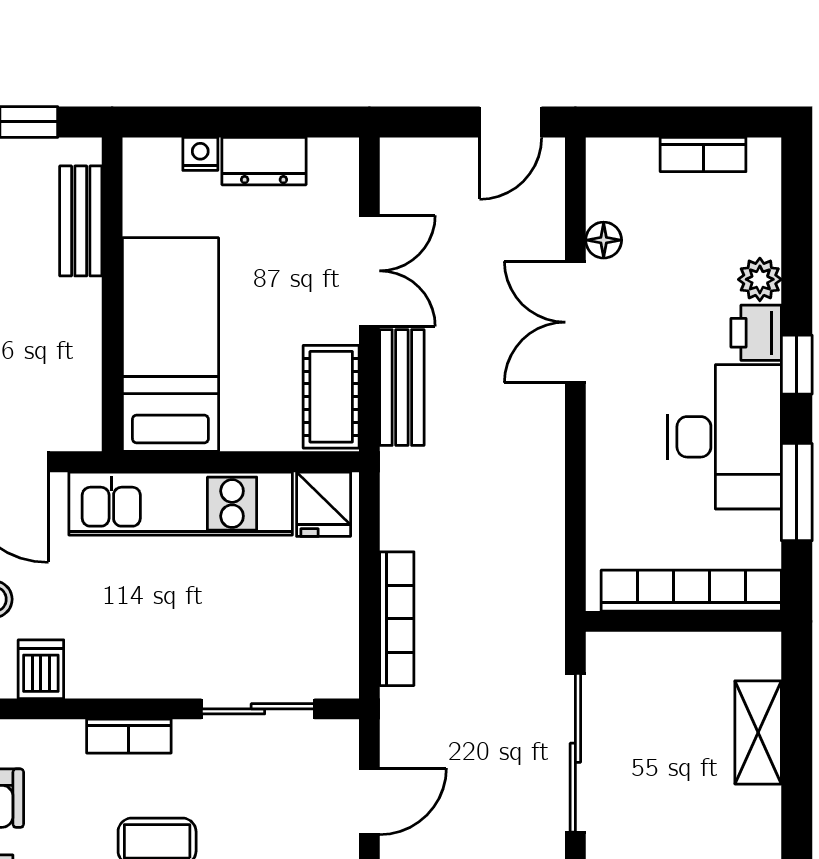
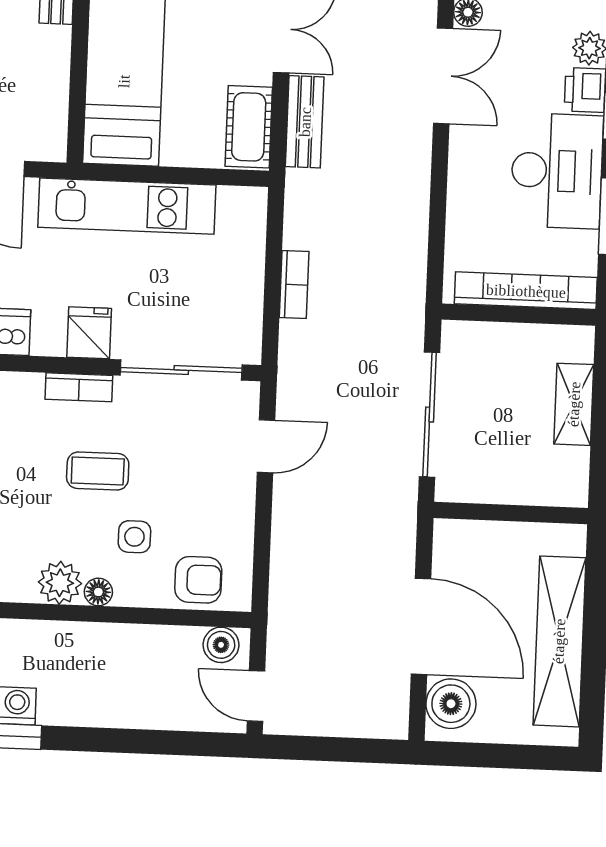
double door: (575, 322) -> (443, 76), swing flipped
fridge: (324, 504) -> (89, 333), moved, turned 180
bookcase: (397, 619) -> (294, 285), width x0.64
sliding door: (258, 709) -> (181, 370), width x1.37

